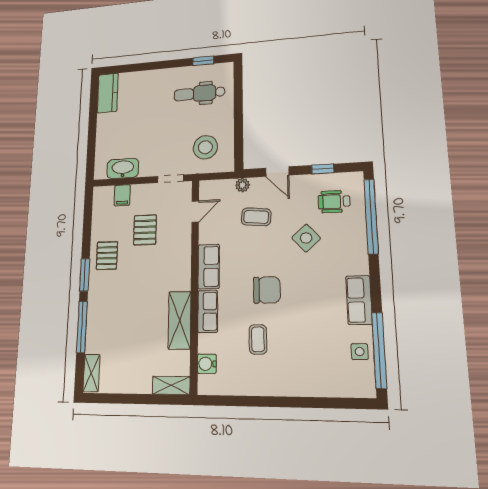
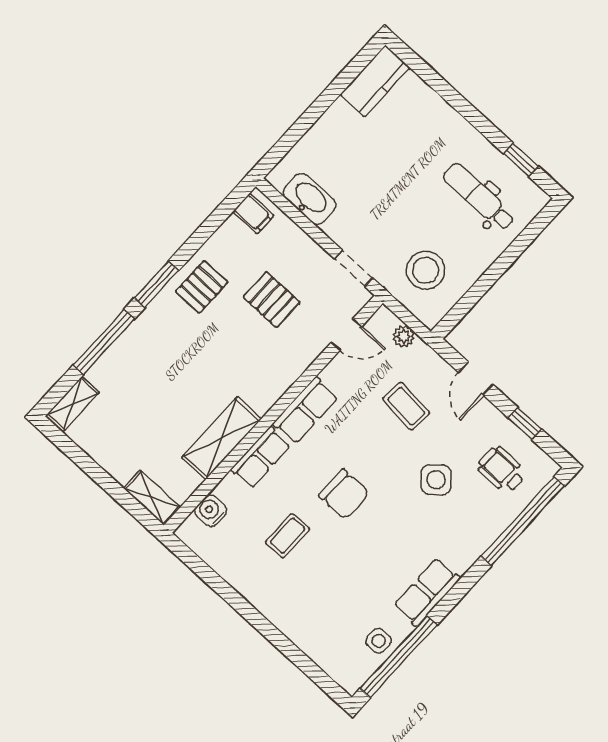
plant: (242, 185) -> (403, 336), moved
filing cabinet: (122, 195) -> (253, 214), moved, turned -90
pallet: (145, 230) -> (271, 300), turned 90

